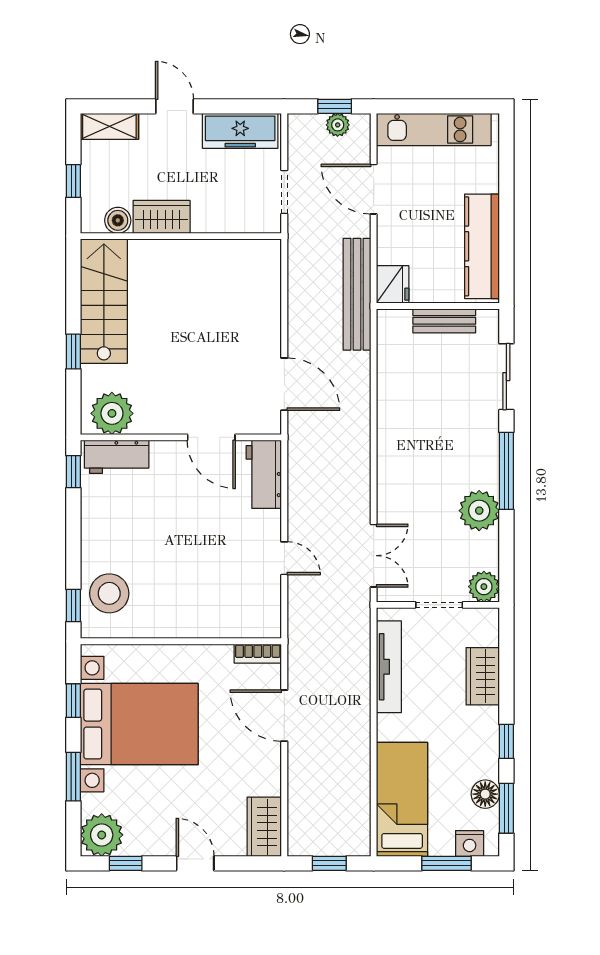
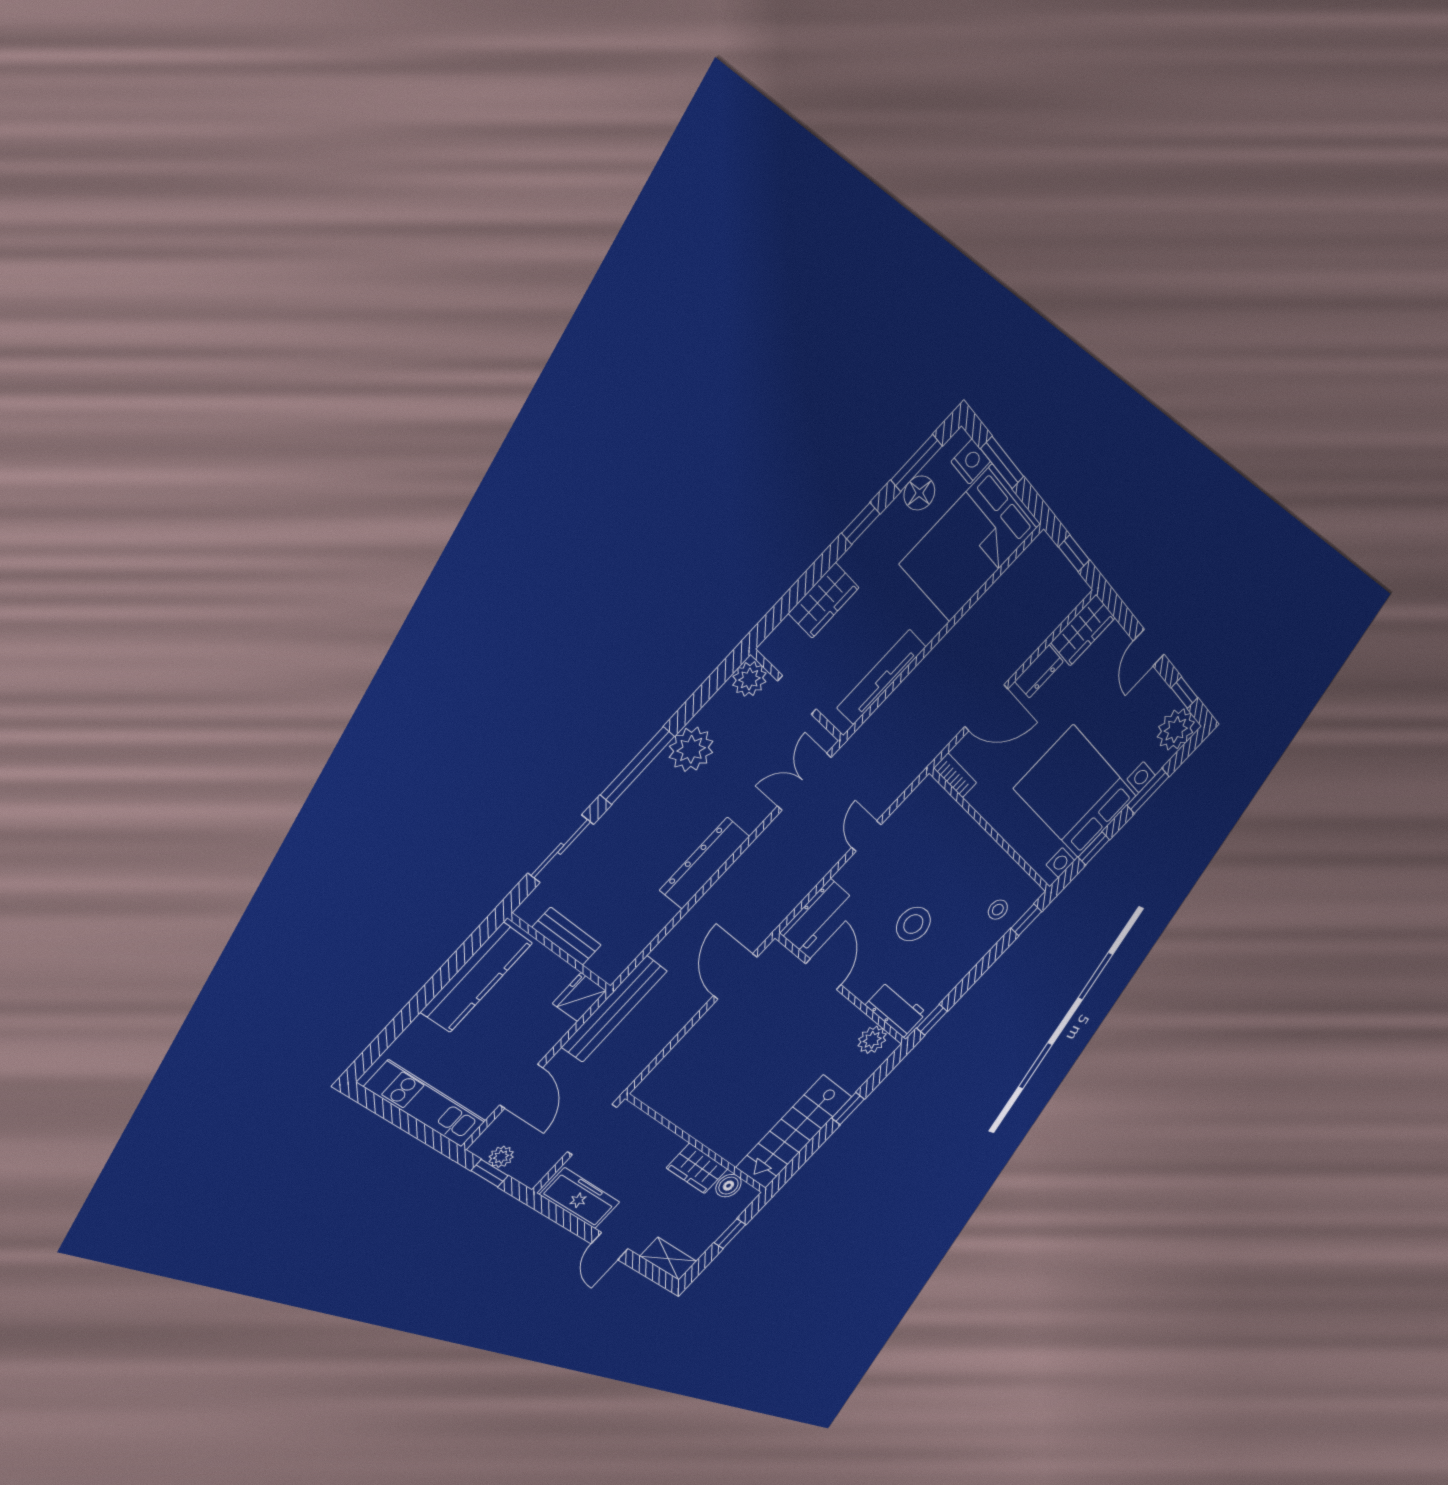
doorway: (284, 192) -> (592, 1130), width x1.38
plant: (112, 413) -> (872, 1040), width x0.73, depth x0.73
dresser: (392, 445) -> (705, 863), added
stool: (174, 528) -> (913, 924), added
stool: (109, 593) -> (998, 910), width x0.53, depth x0.53
door: (284, 716) -> (986, 708), hinge flipped
dresser: (269, 772) -> (1039, 671), added
bed: (402, 799) -> (970, 544), width x1.50

